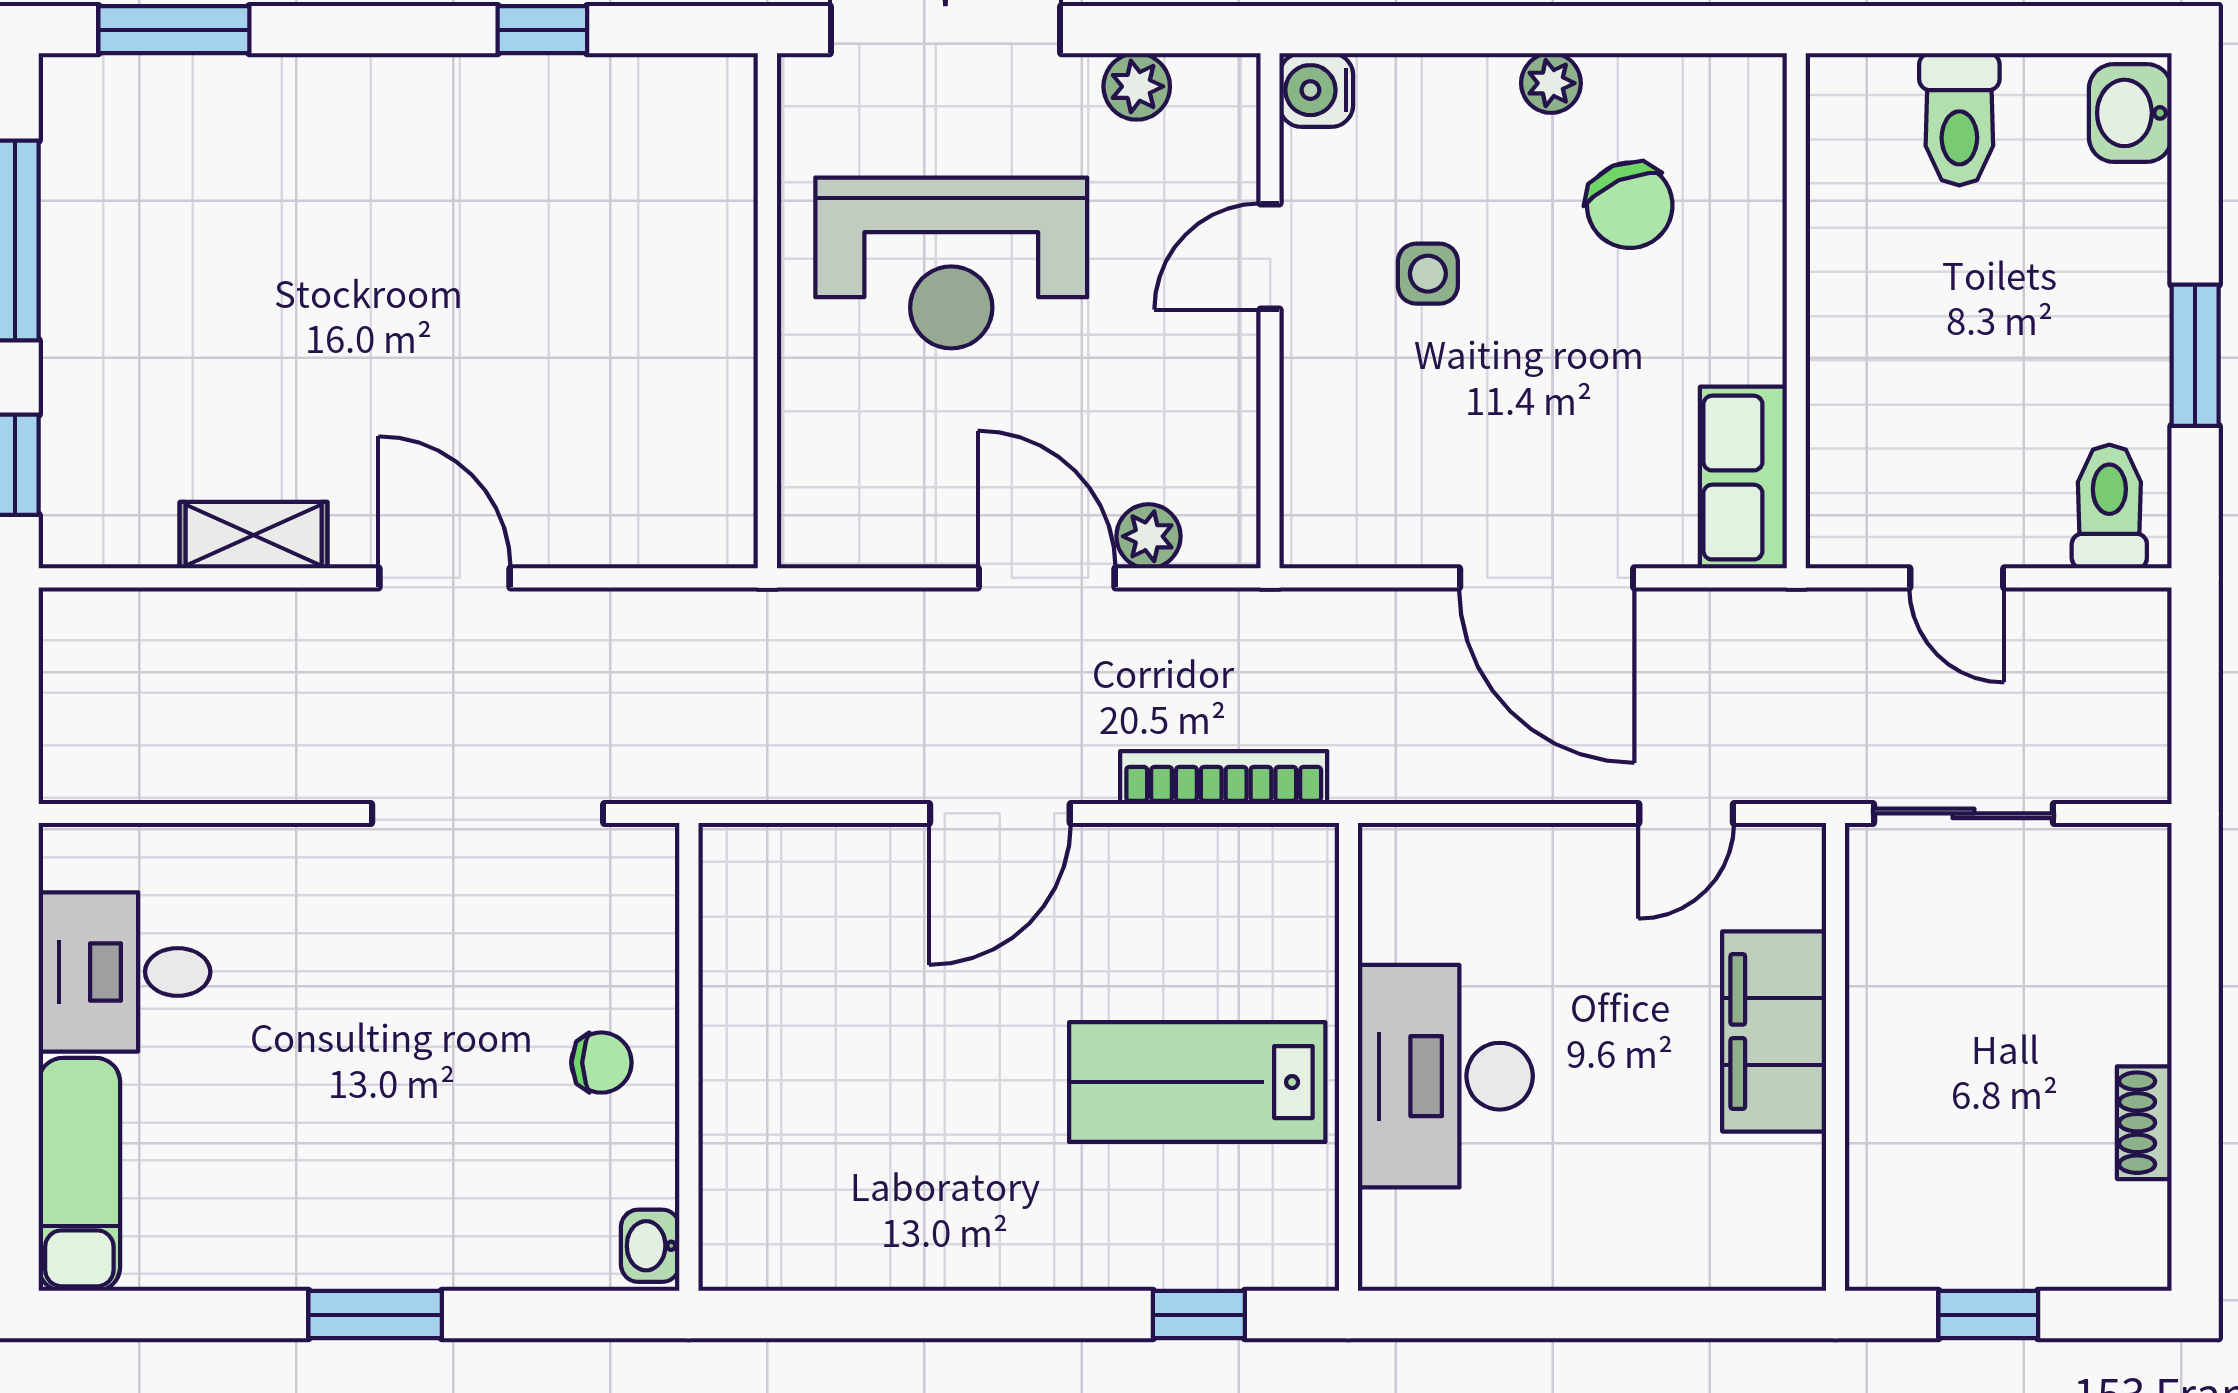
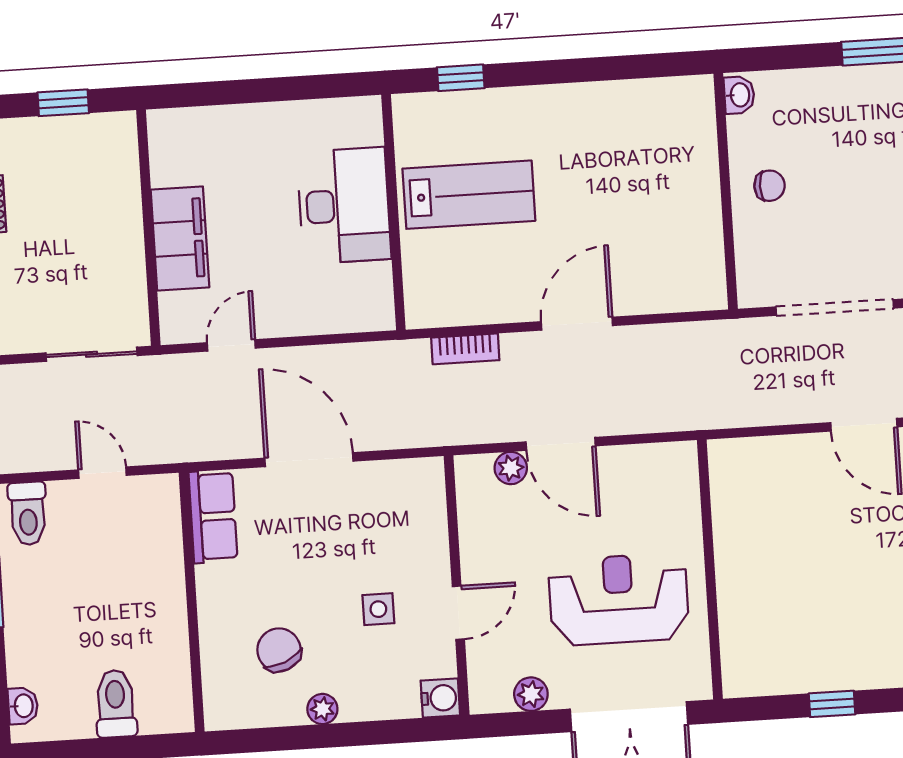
washbasin: (2130, 113) -> (23, 706), width x0.72, depth x0.69
bookcase: (1224, 778) -> (465, 349), width x0.64
chair: (601, 1063) -> (770, 186), turned 180

